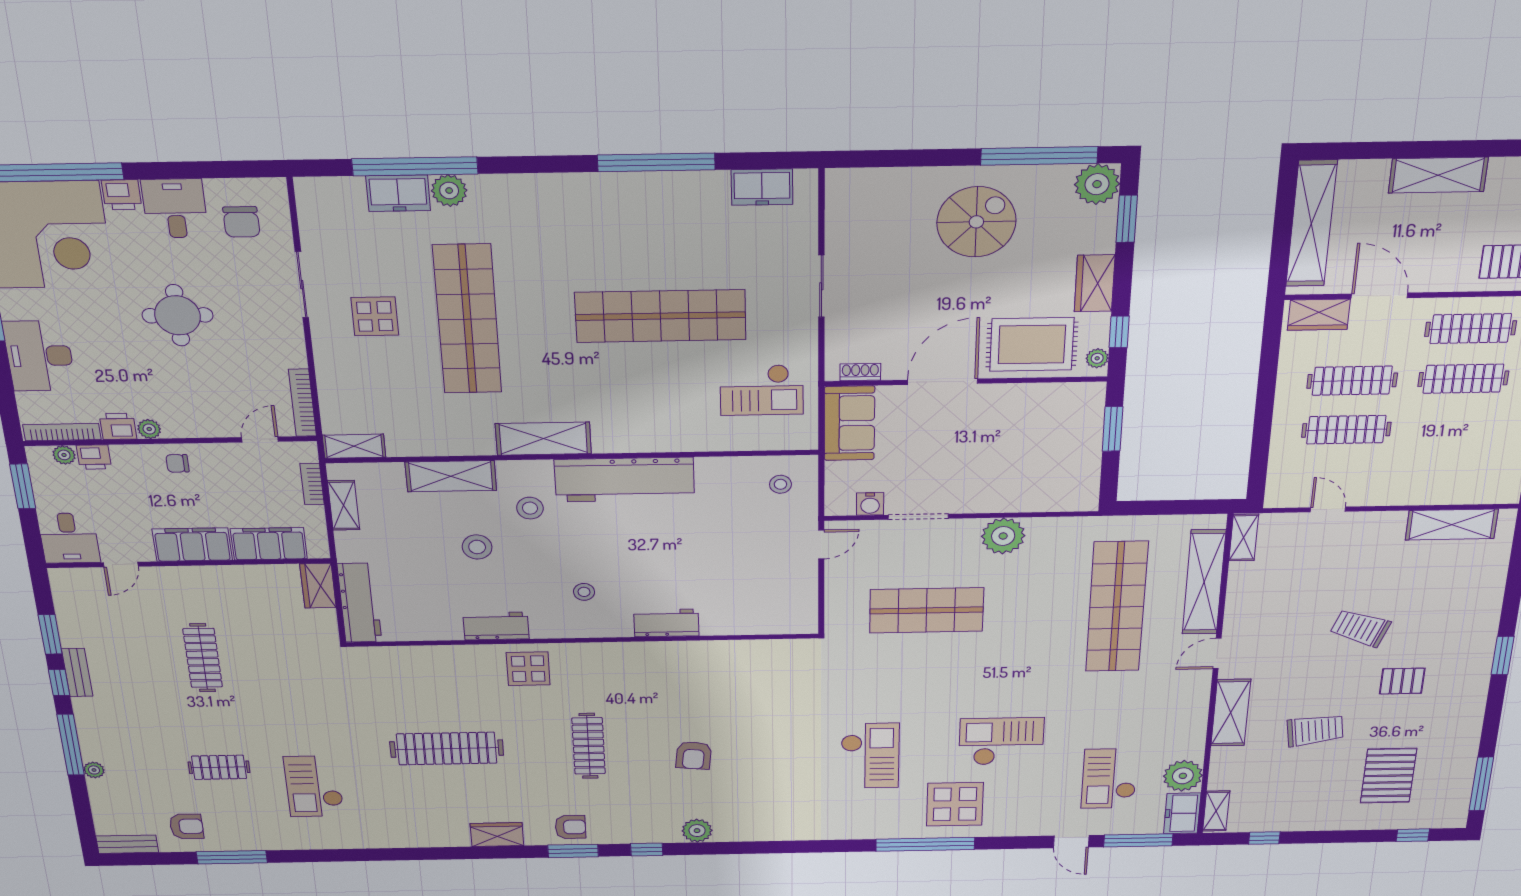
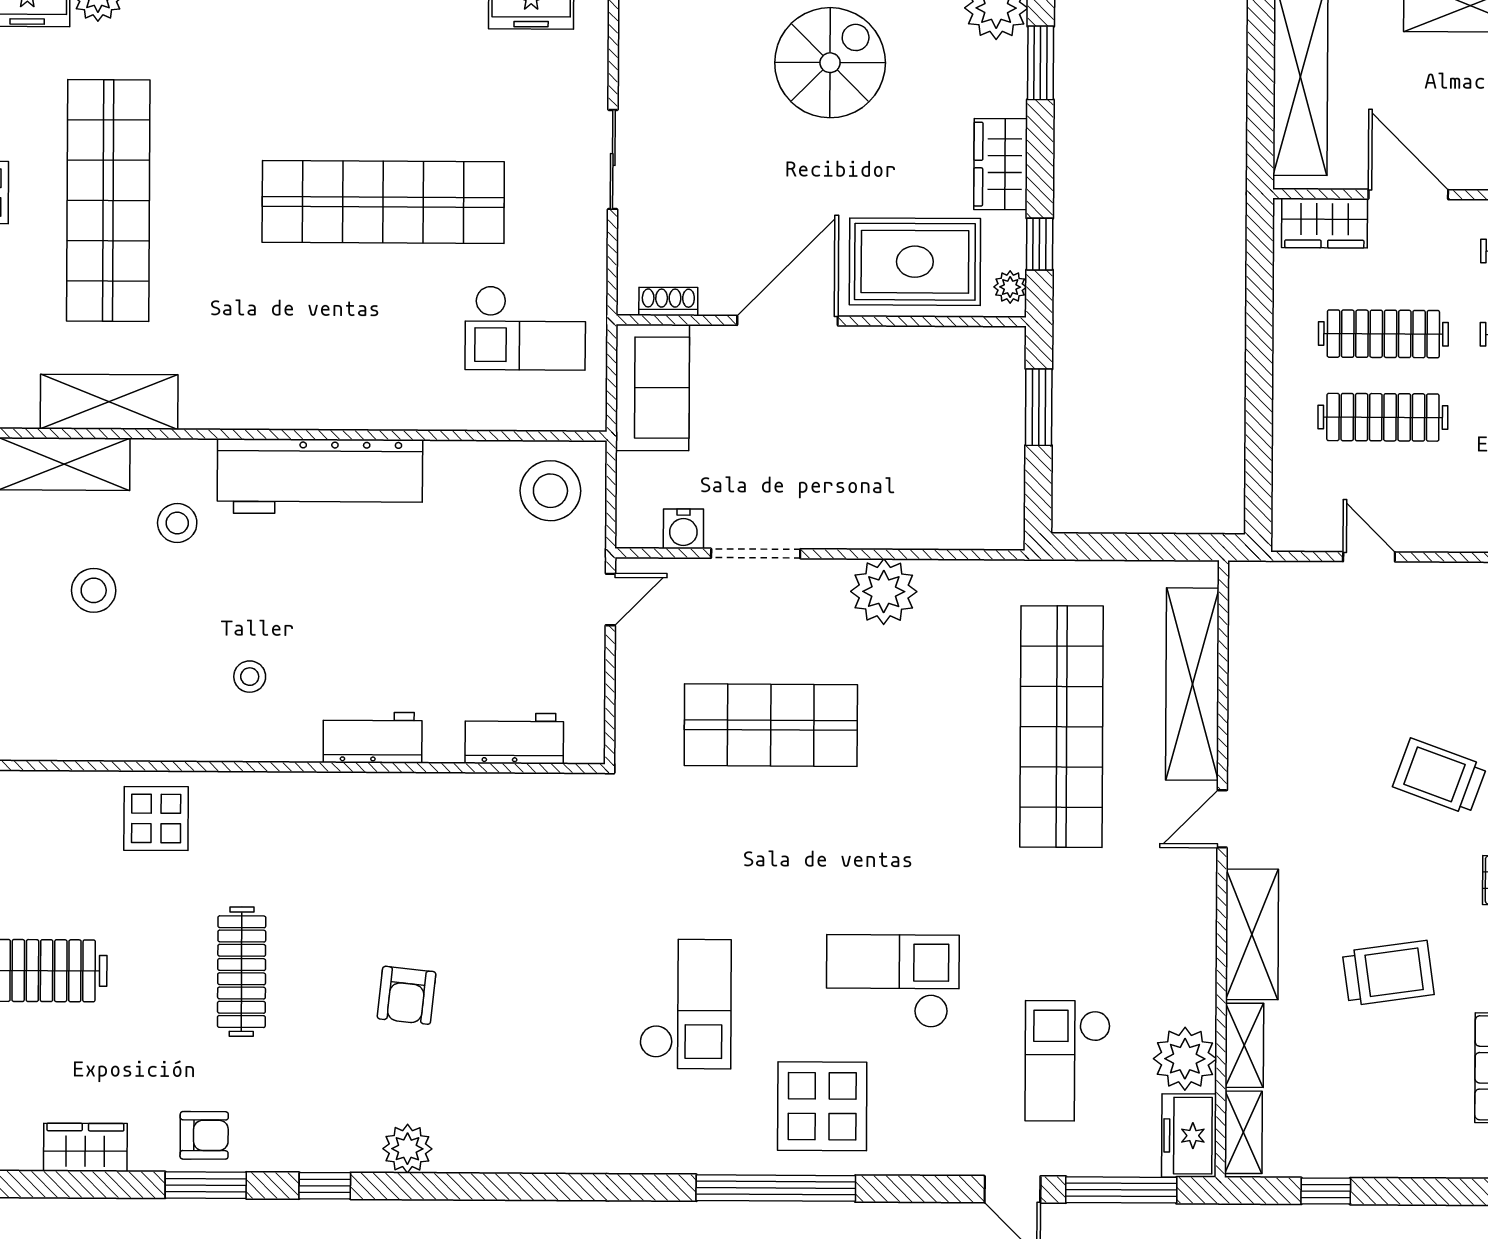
shelving: (543, 439) -> (109, 402), moved
stool: (780, 484) -> (550, 491), width x1.89, depth x1.89
shelving: (1244, 538) -> (1244, 1045), moved
workbench: (496, 626) -> (514, 738), moved

